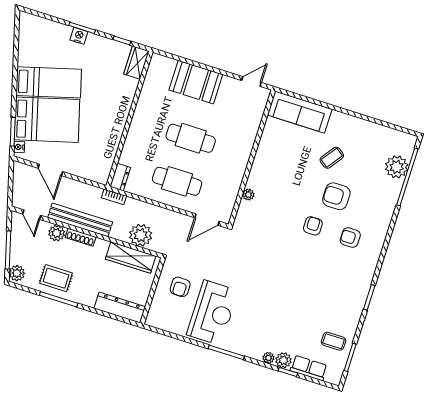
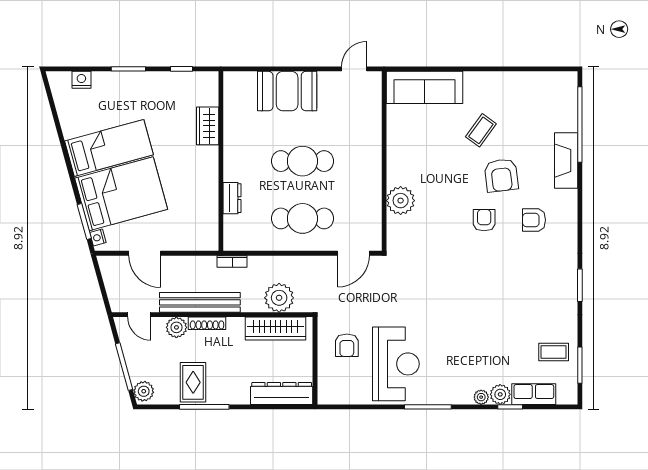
nightstand: (79, 36) -> (81, 80), moved
wardrobe: (136, 63) -> (208, 126), moved
plant: (397, 167) -> (563, 117), removed
dresser: (120, 177) -> (232, 198), moved
plant: (248, 195) -> (401, 201), width x1.88, depth x1.88
armchair: (336, 196) -> (501, 175), turned -97
fireplace: (389, 201) -> (566, 161), added
rug: (56, 278) -> (193, 382), turned 90

